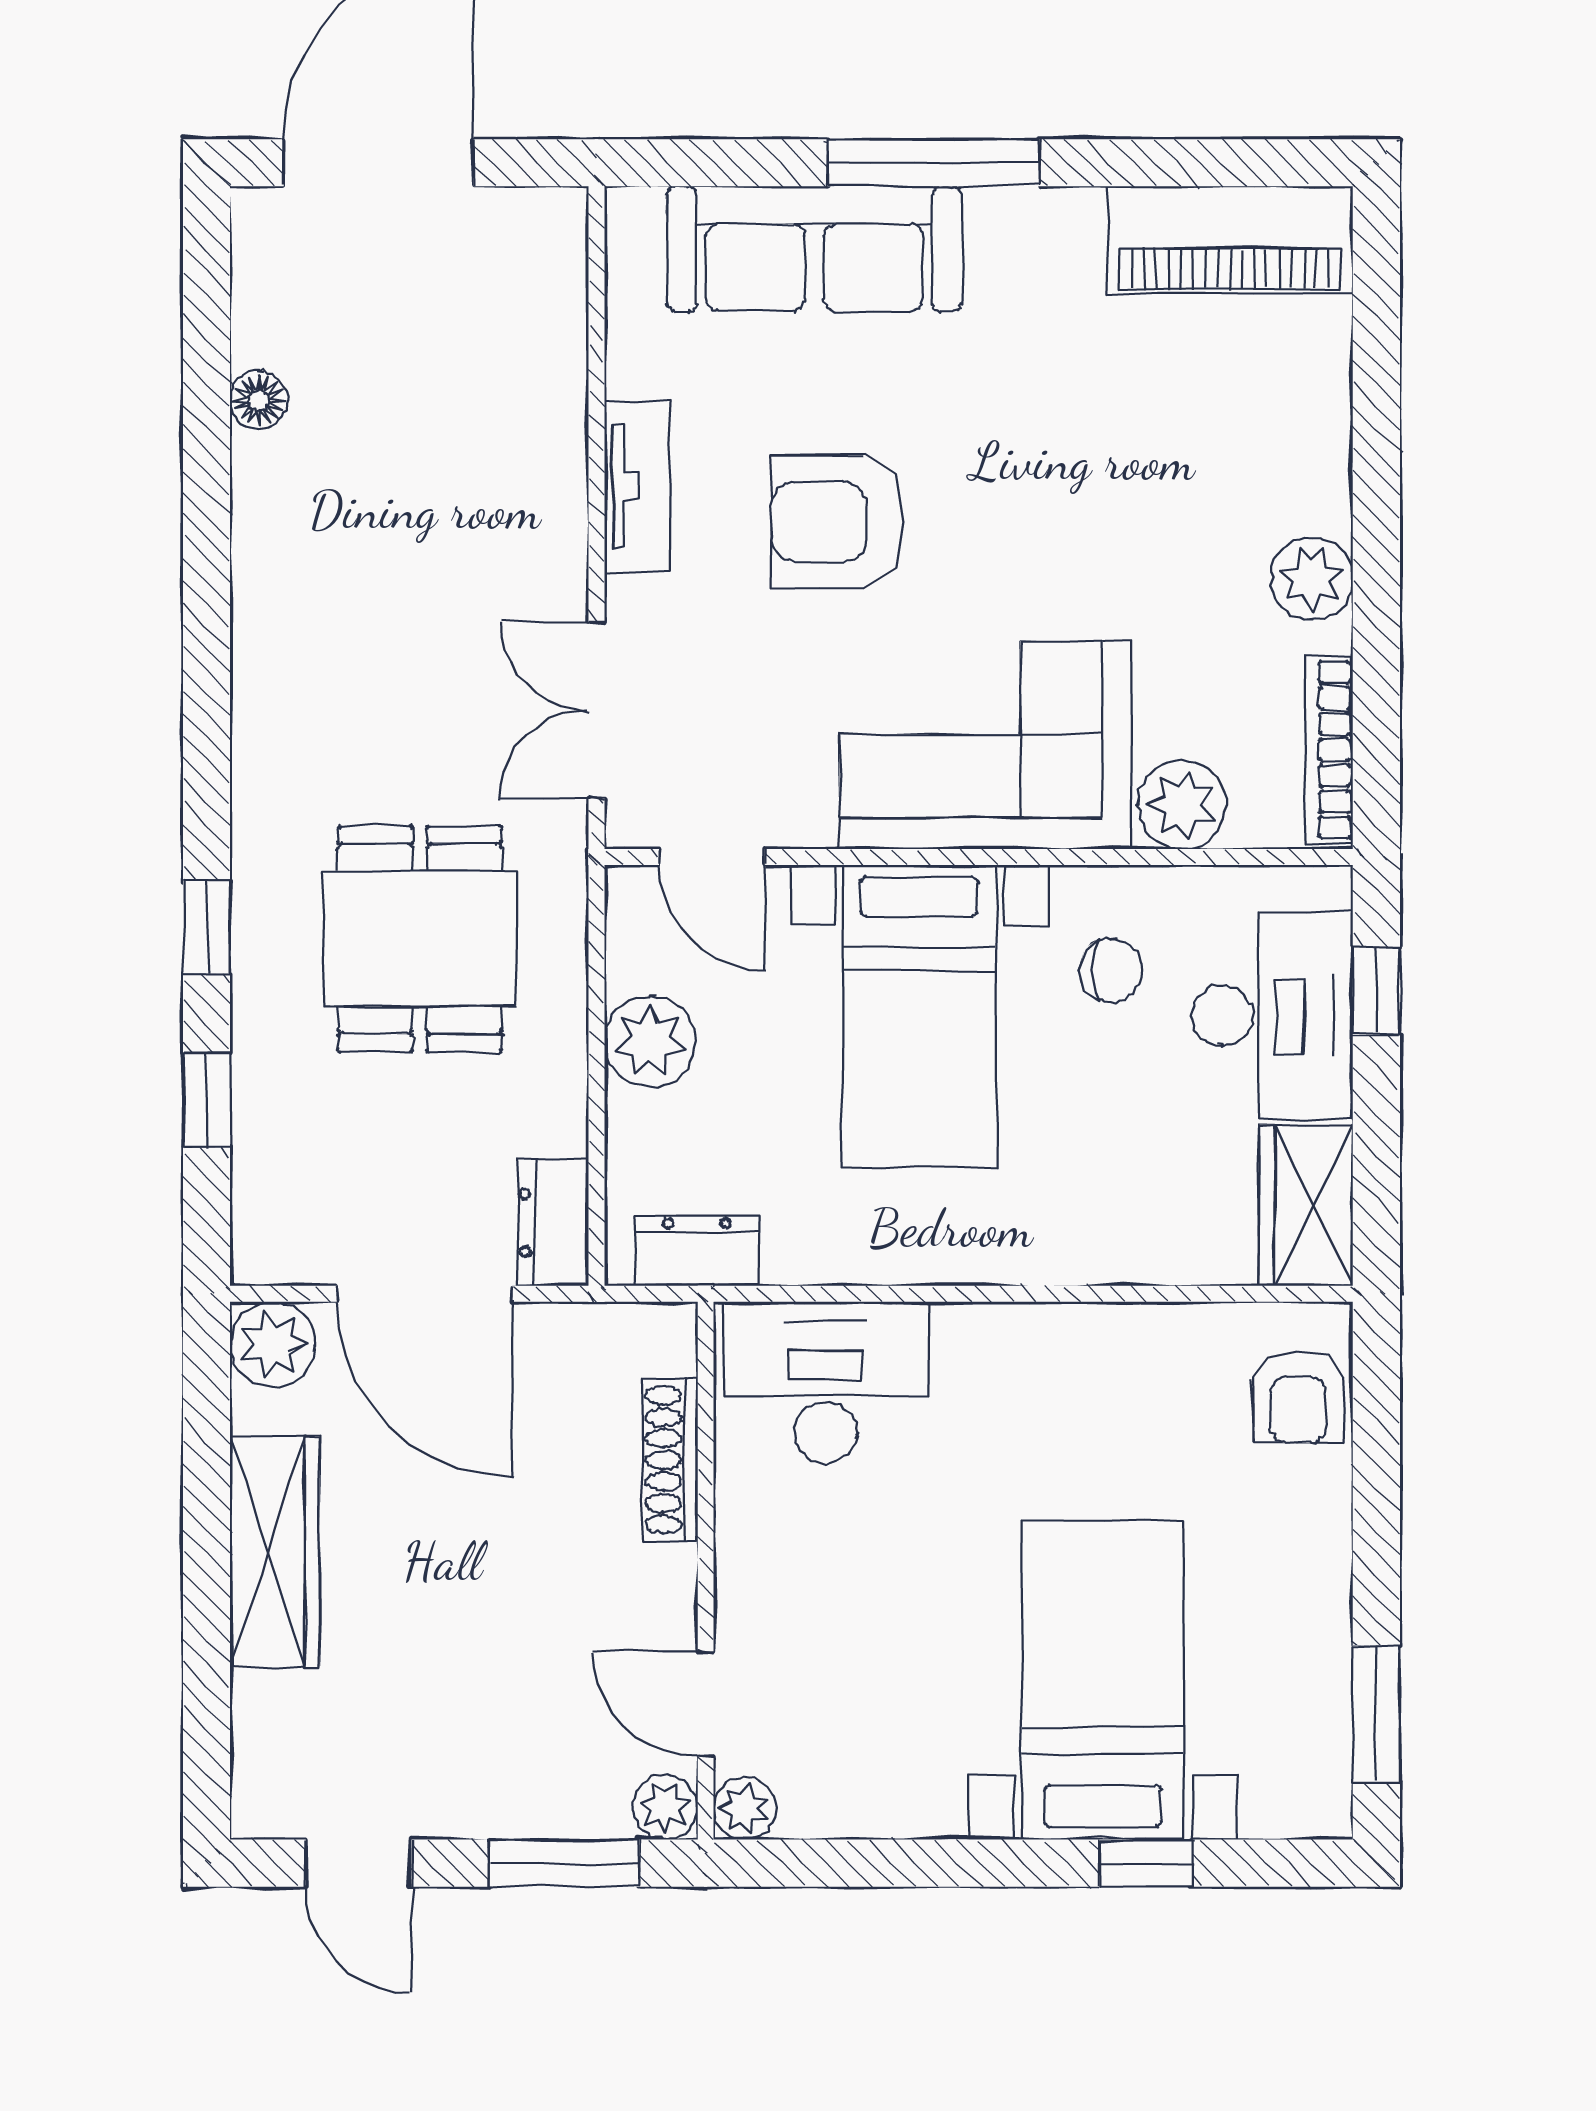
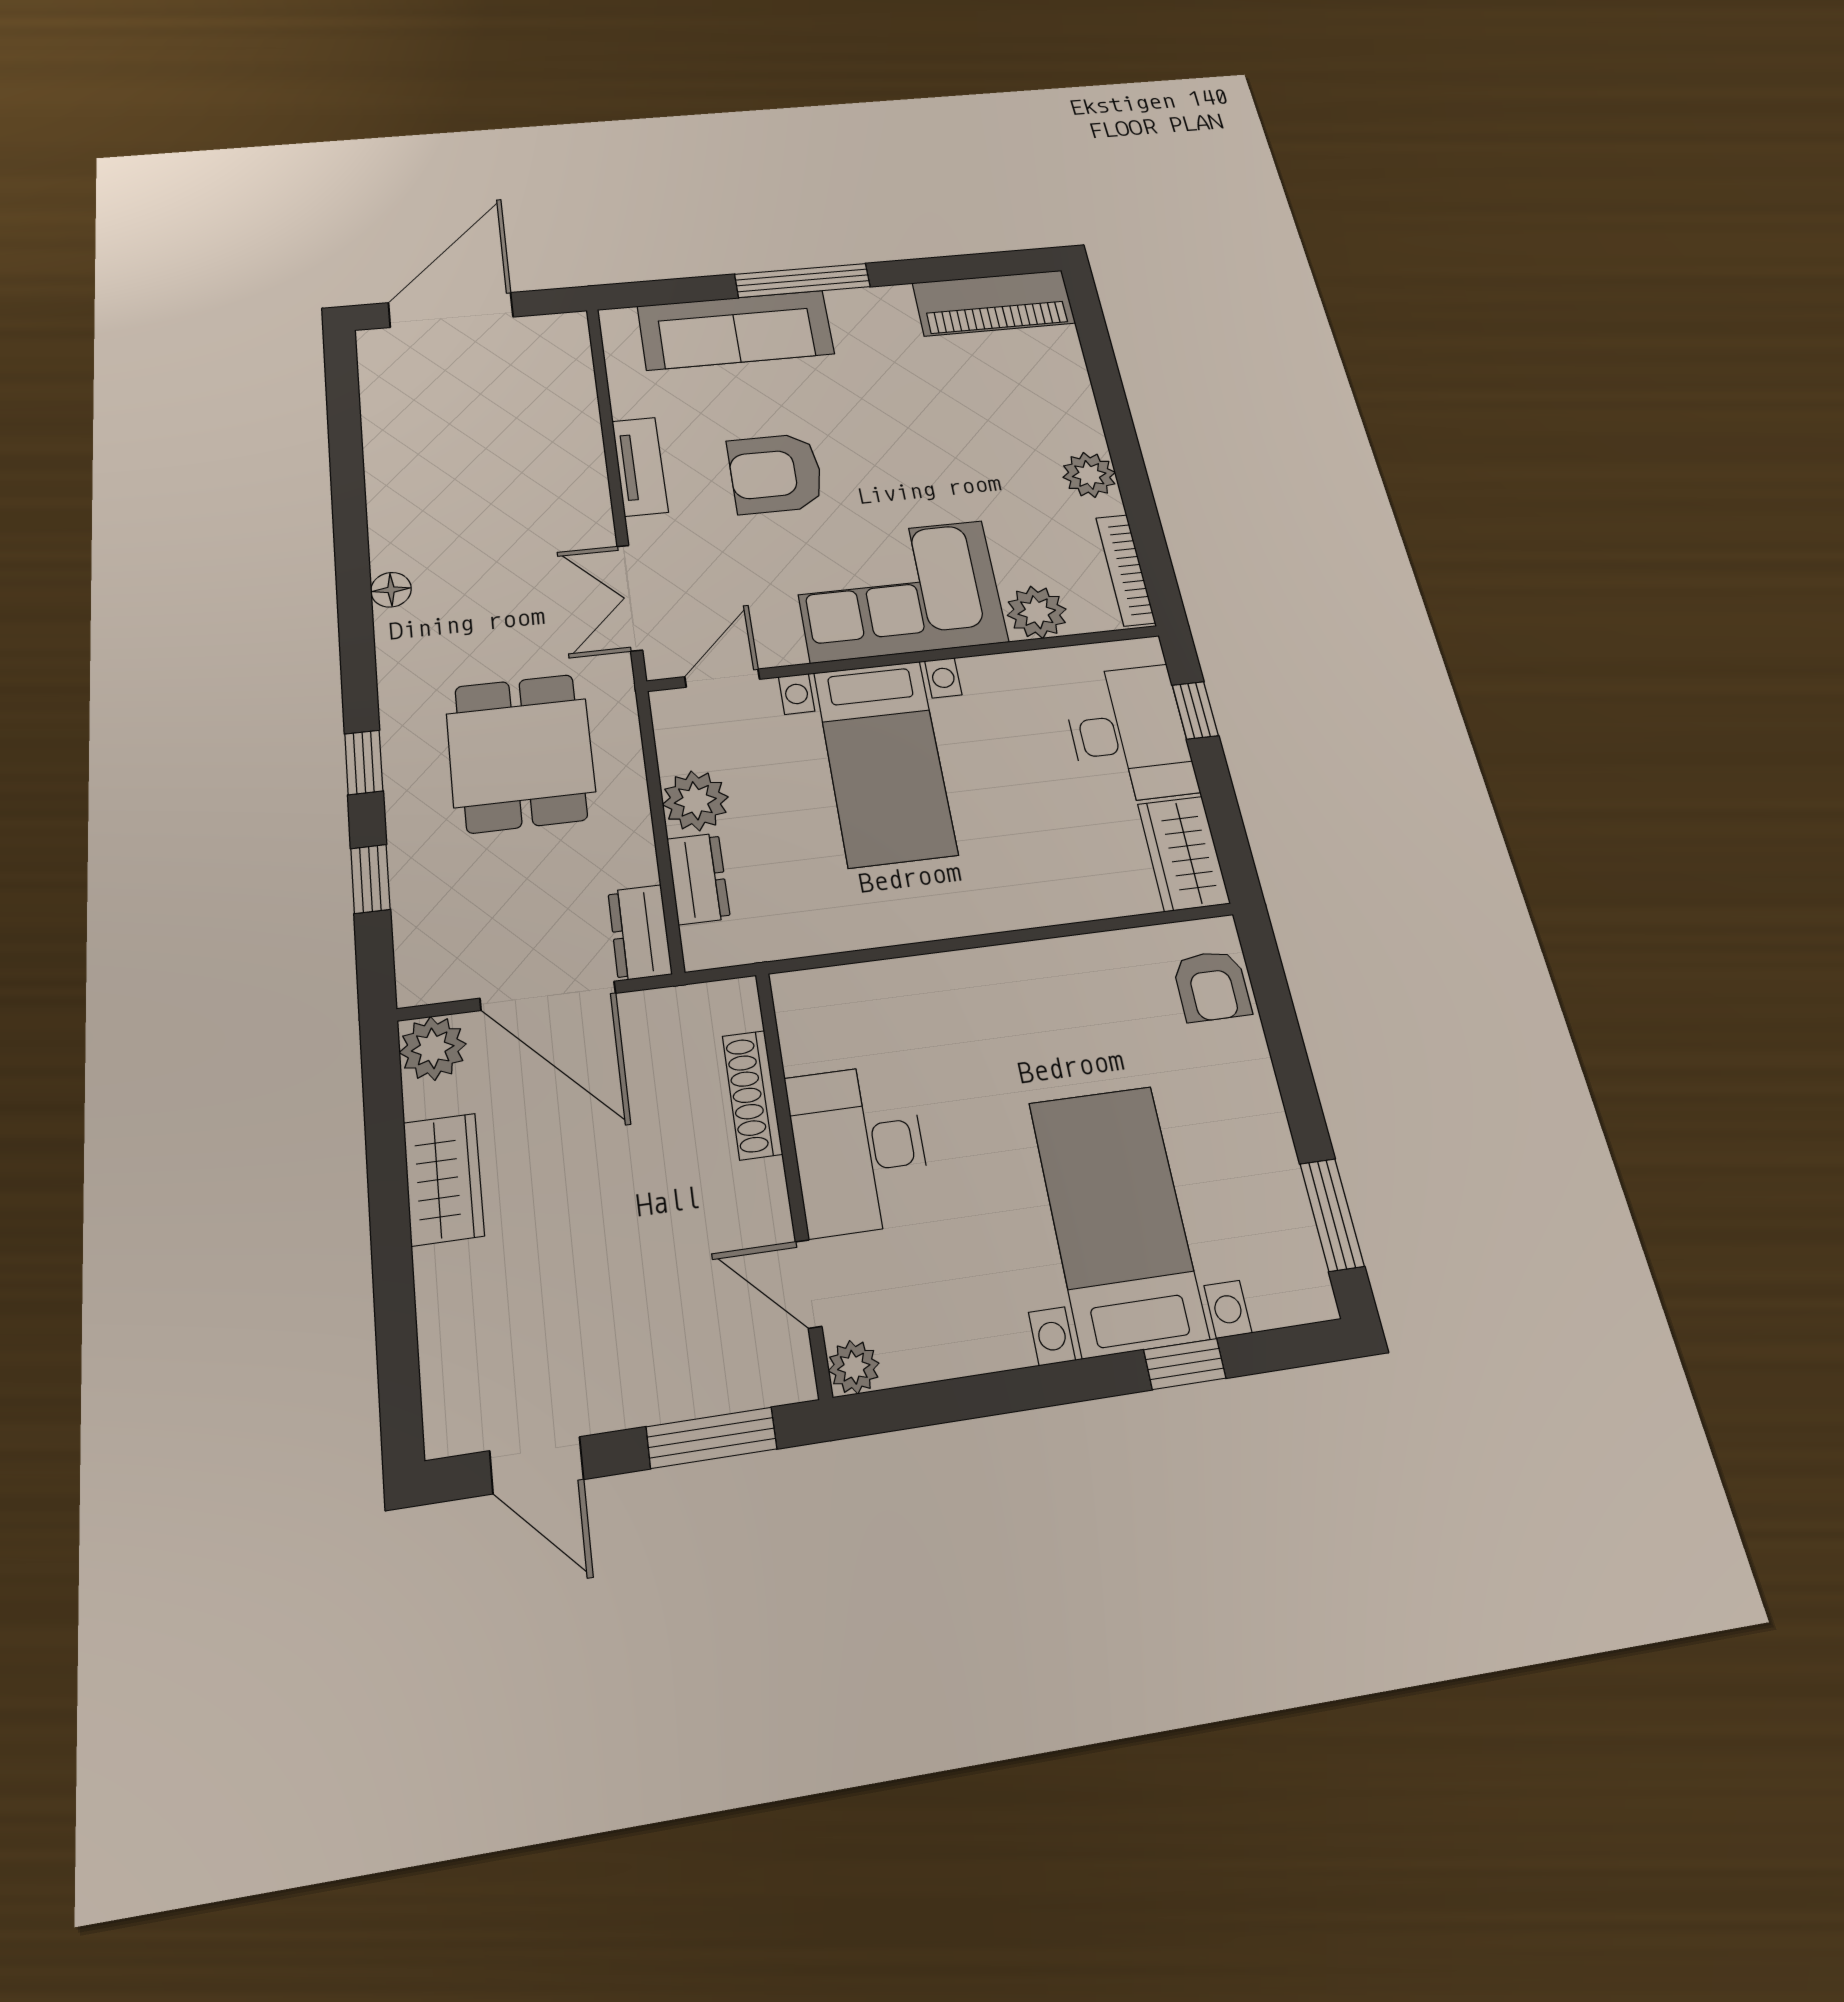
floor lamp: (259, 400) -> (391, 590), moved
door: (712, 857) -> (722, 678), swing flipped
chair: (1111, 971) -> (1012, 718), removed
dresser: (697, 1251) -> (698, 879), moved, turned 90
desk: (826, 1383) -> (859, 1149), moved, turned -90
wardrobe: (275, 1552) -> (443, 1179), width x0.67
plant: (665, 1807) -> (788, 1376), removed

